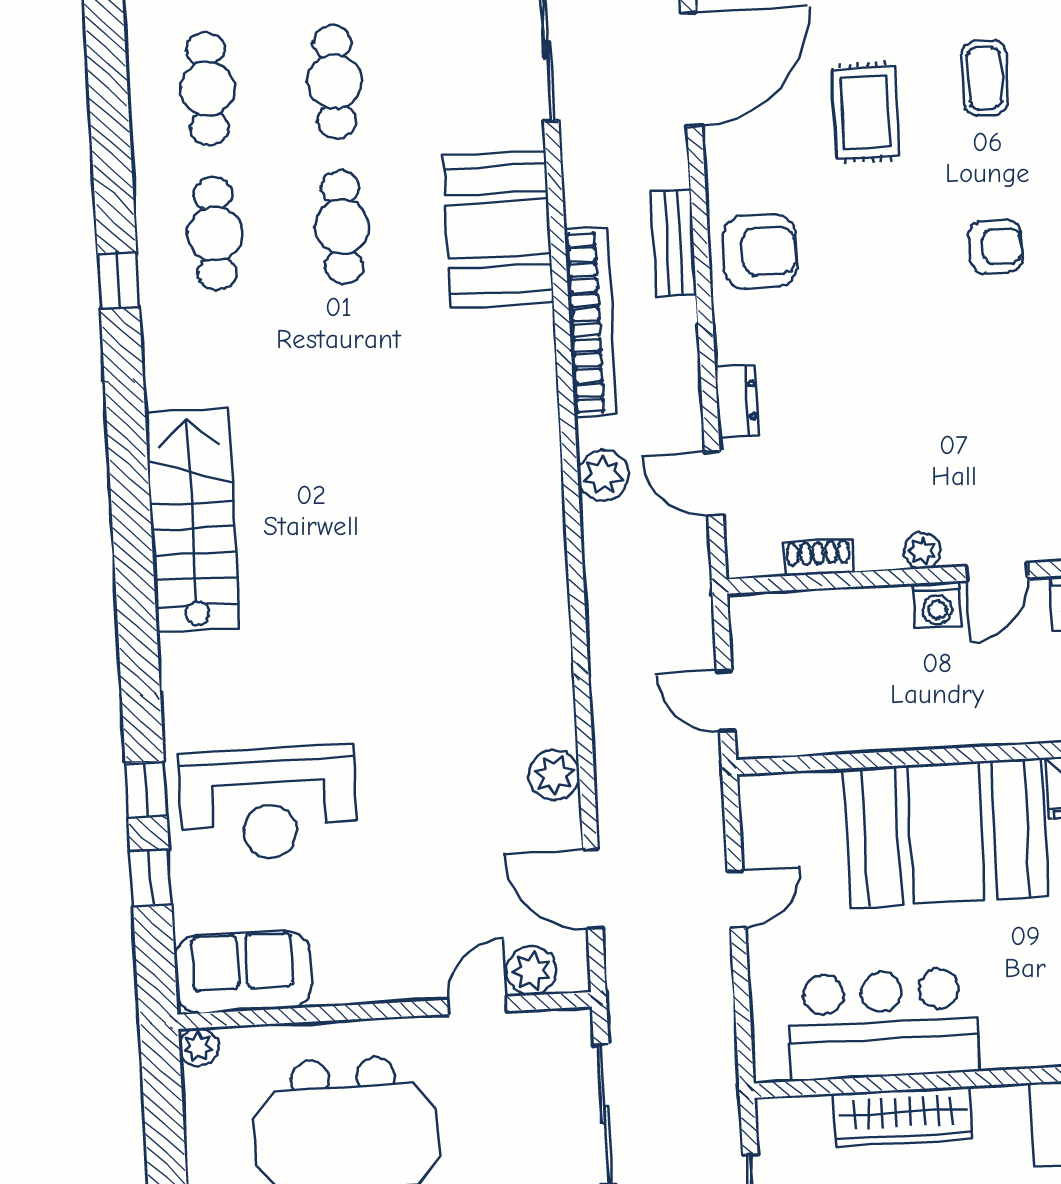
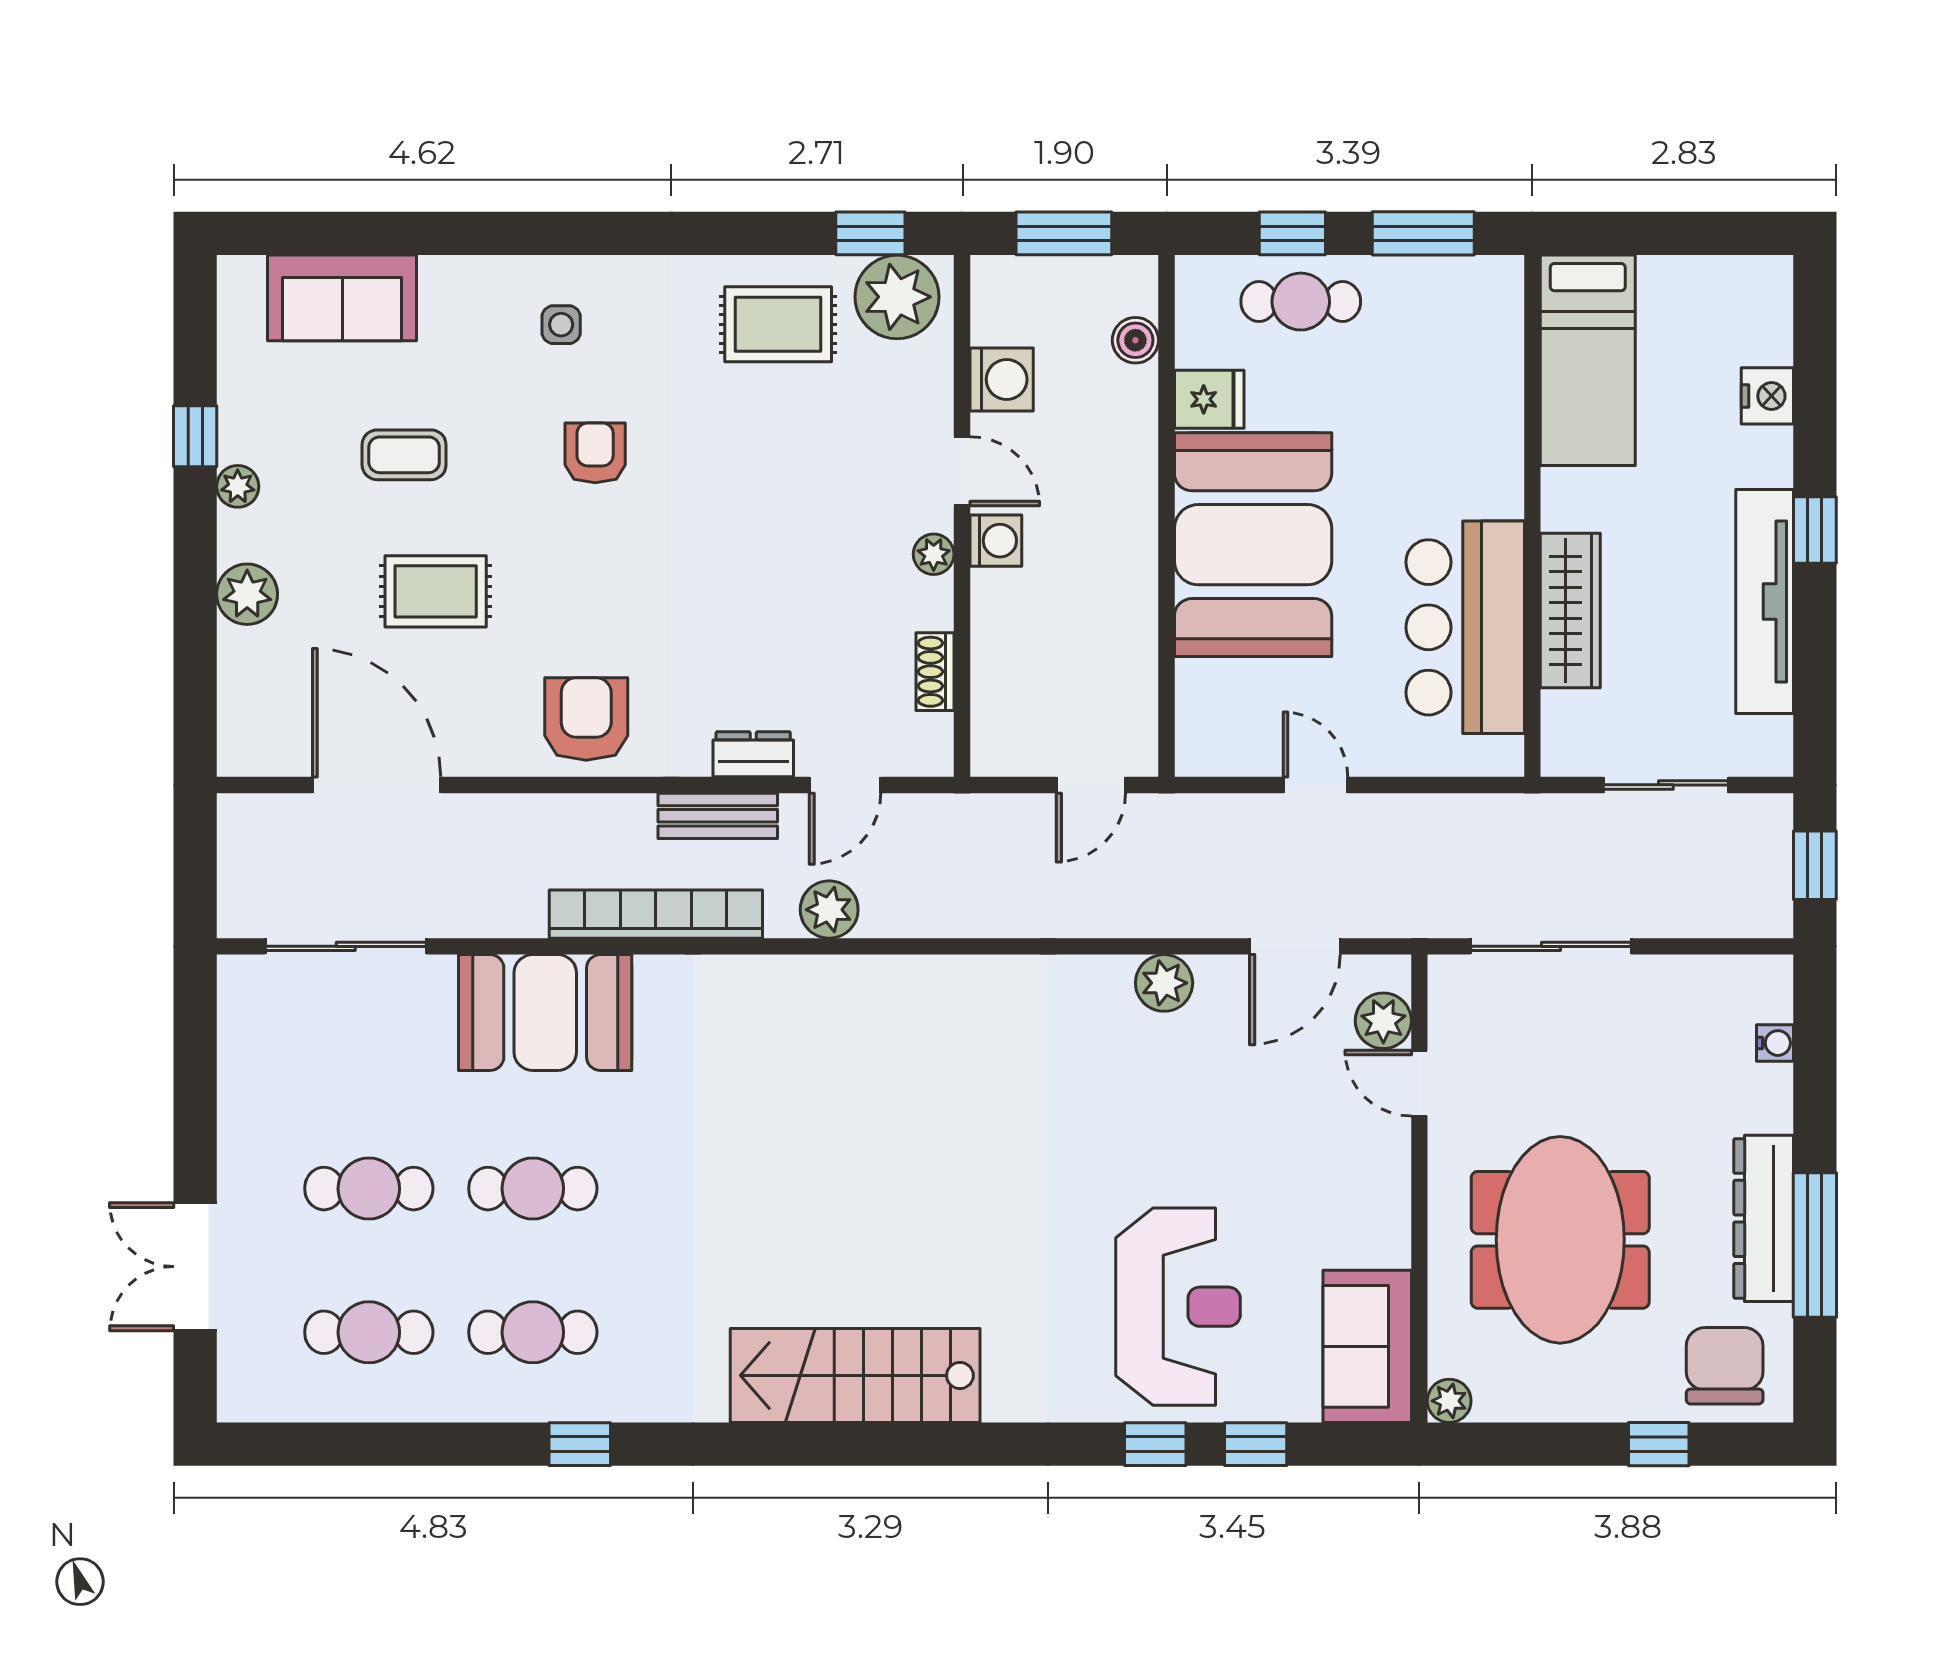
bench: (674, 243) -> (718, 816), moved

